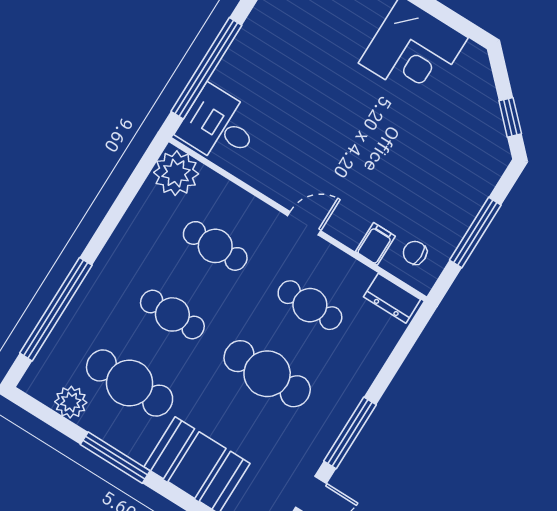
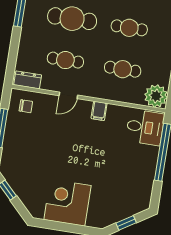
door: (304, 223) -> (68, 95), moved
filing cabinet: (375, 244) -> (99, 111), moved

